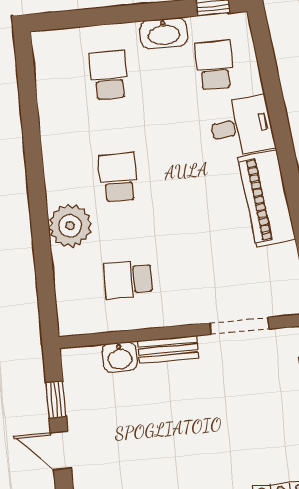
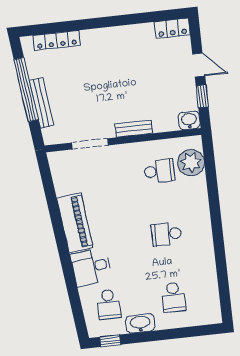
school desk: (118, 177) -> (166, 234), turned 90
plant: (70, 226) -> (191, 163), moved
washbasin: (120, 357) -> (189, 120), moved

